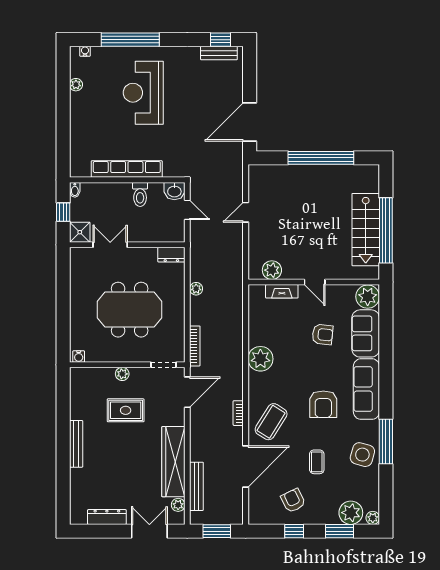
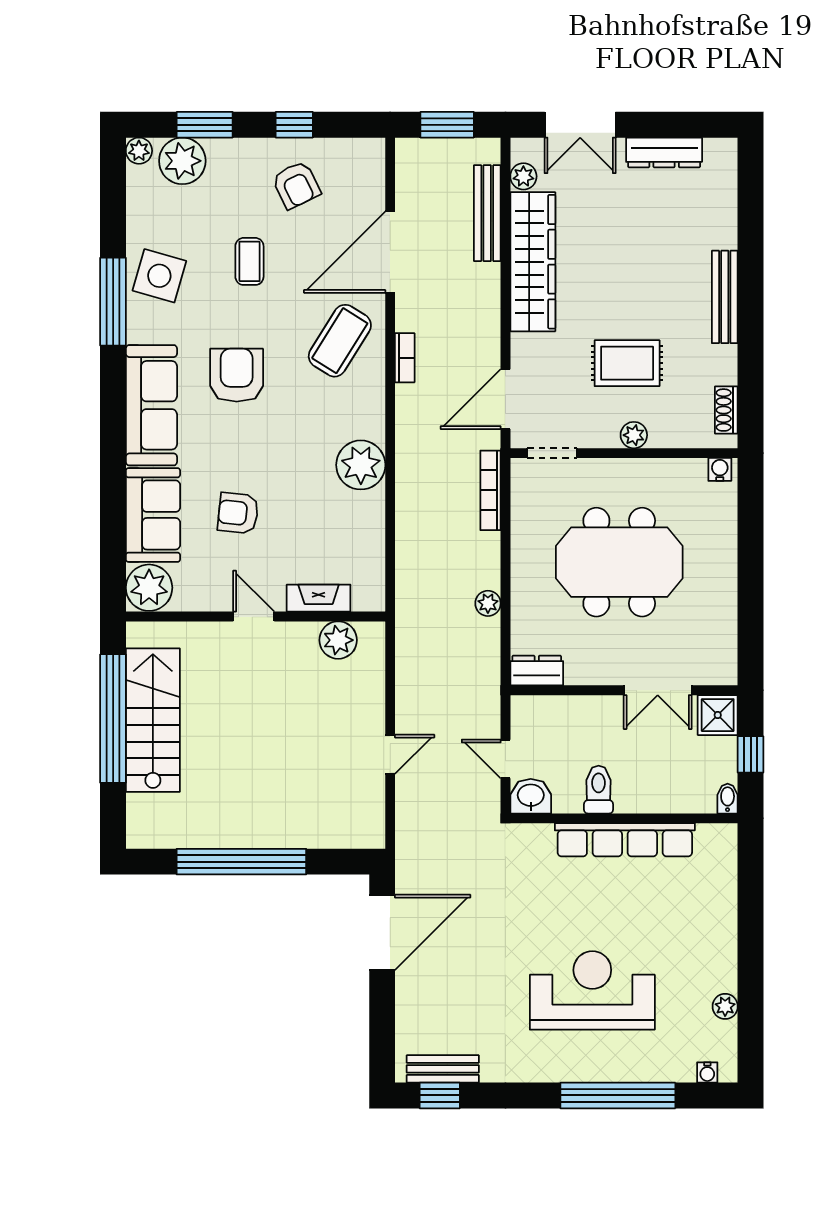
reception desk: (143, 93) -> (592, 990), turned -90
shoe rack: (75, 387) -> (726, 410), added

